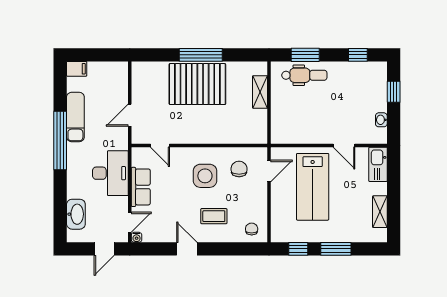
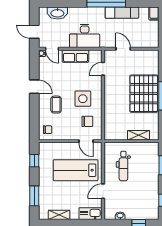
dental chair: (304, 75) -> (123, 166), moved
door: (187, 249) -> (34, 87), hinge flipped
window: (336, 249) -> (34, 196), moved

